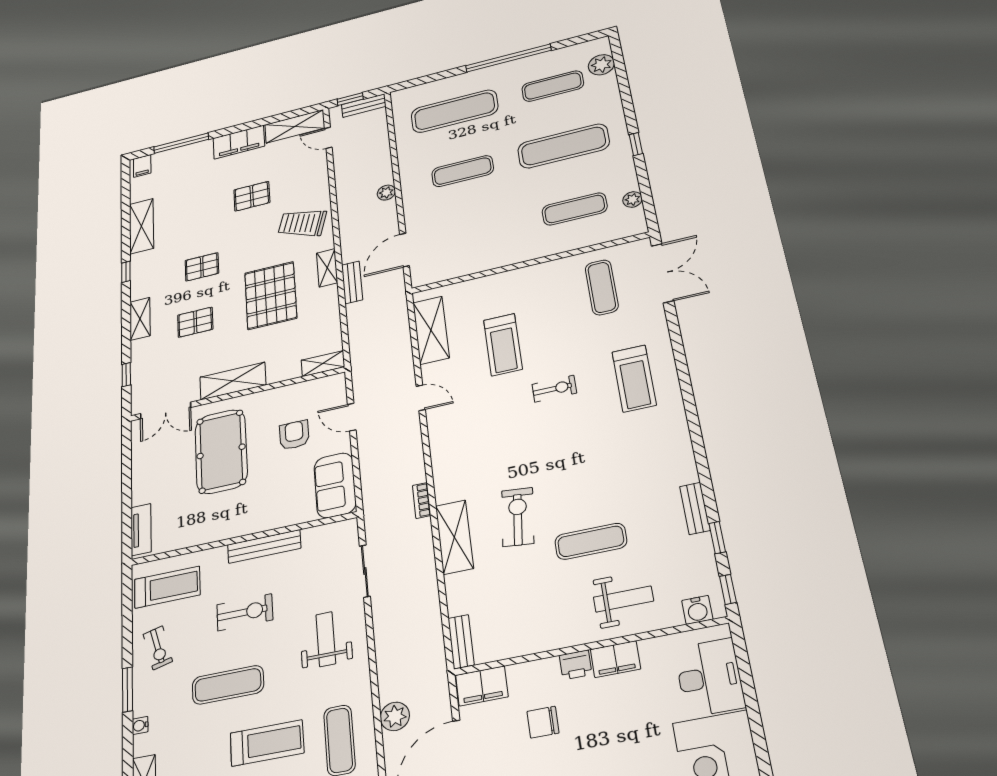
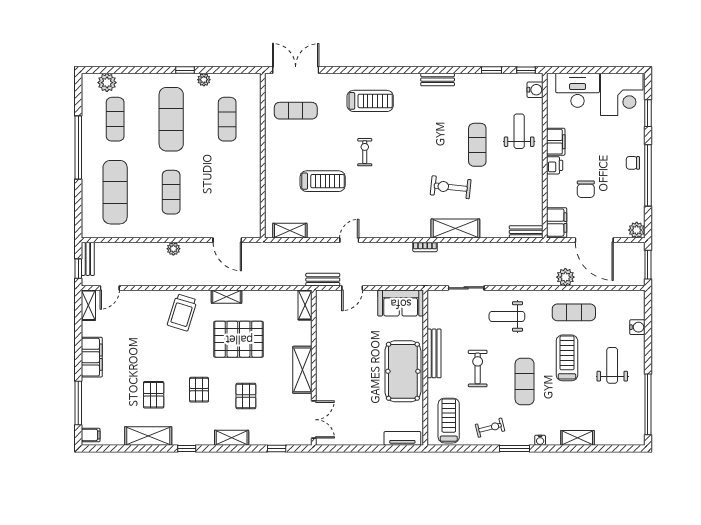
shelving: (295, 126) -> (88, 305), width x0.67, depth x0.75
pallet: (252, 196) -> (154, 395), moved
plant: (633, 199) -> (204, 80), moved
bench: (352, 282) -> (323, 280), moved
shelving: (431, 330) -> (290, 231), width x0.67, depth x0.75
armchair: (294, 435) -> (356, 328), removed
pool table: (221, 451) -> (403, 371), moved, turned 90
bench: (695, 508) -> (438, 80), moved

